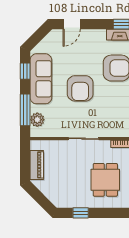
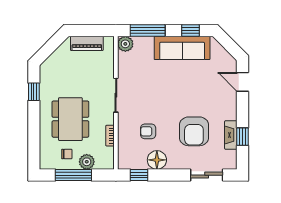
armchair: (80, 88) -> (148, 131), moved, width x0.53, depth x0.53
plant: (37, 120) -> (125, 44), moved
dining table: (105, 180) -> (70, 119), width x1.38

